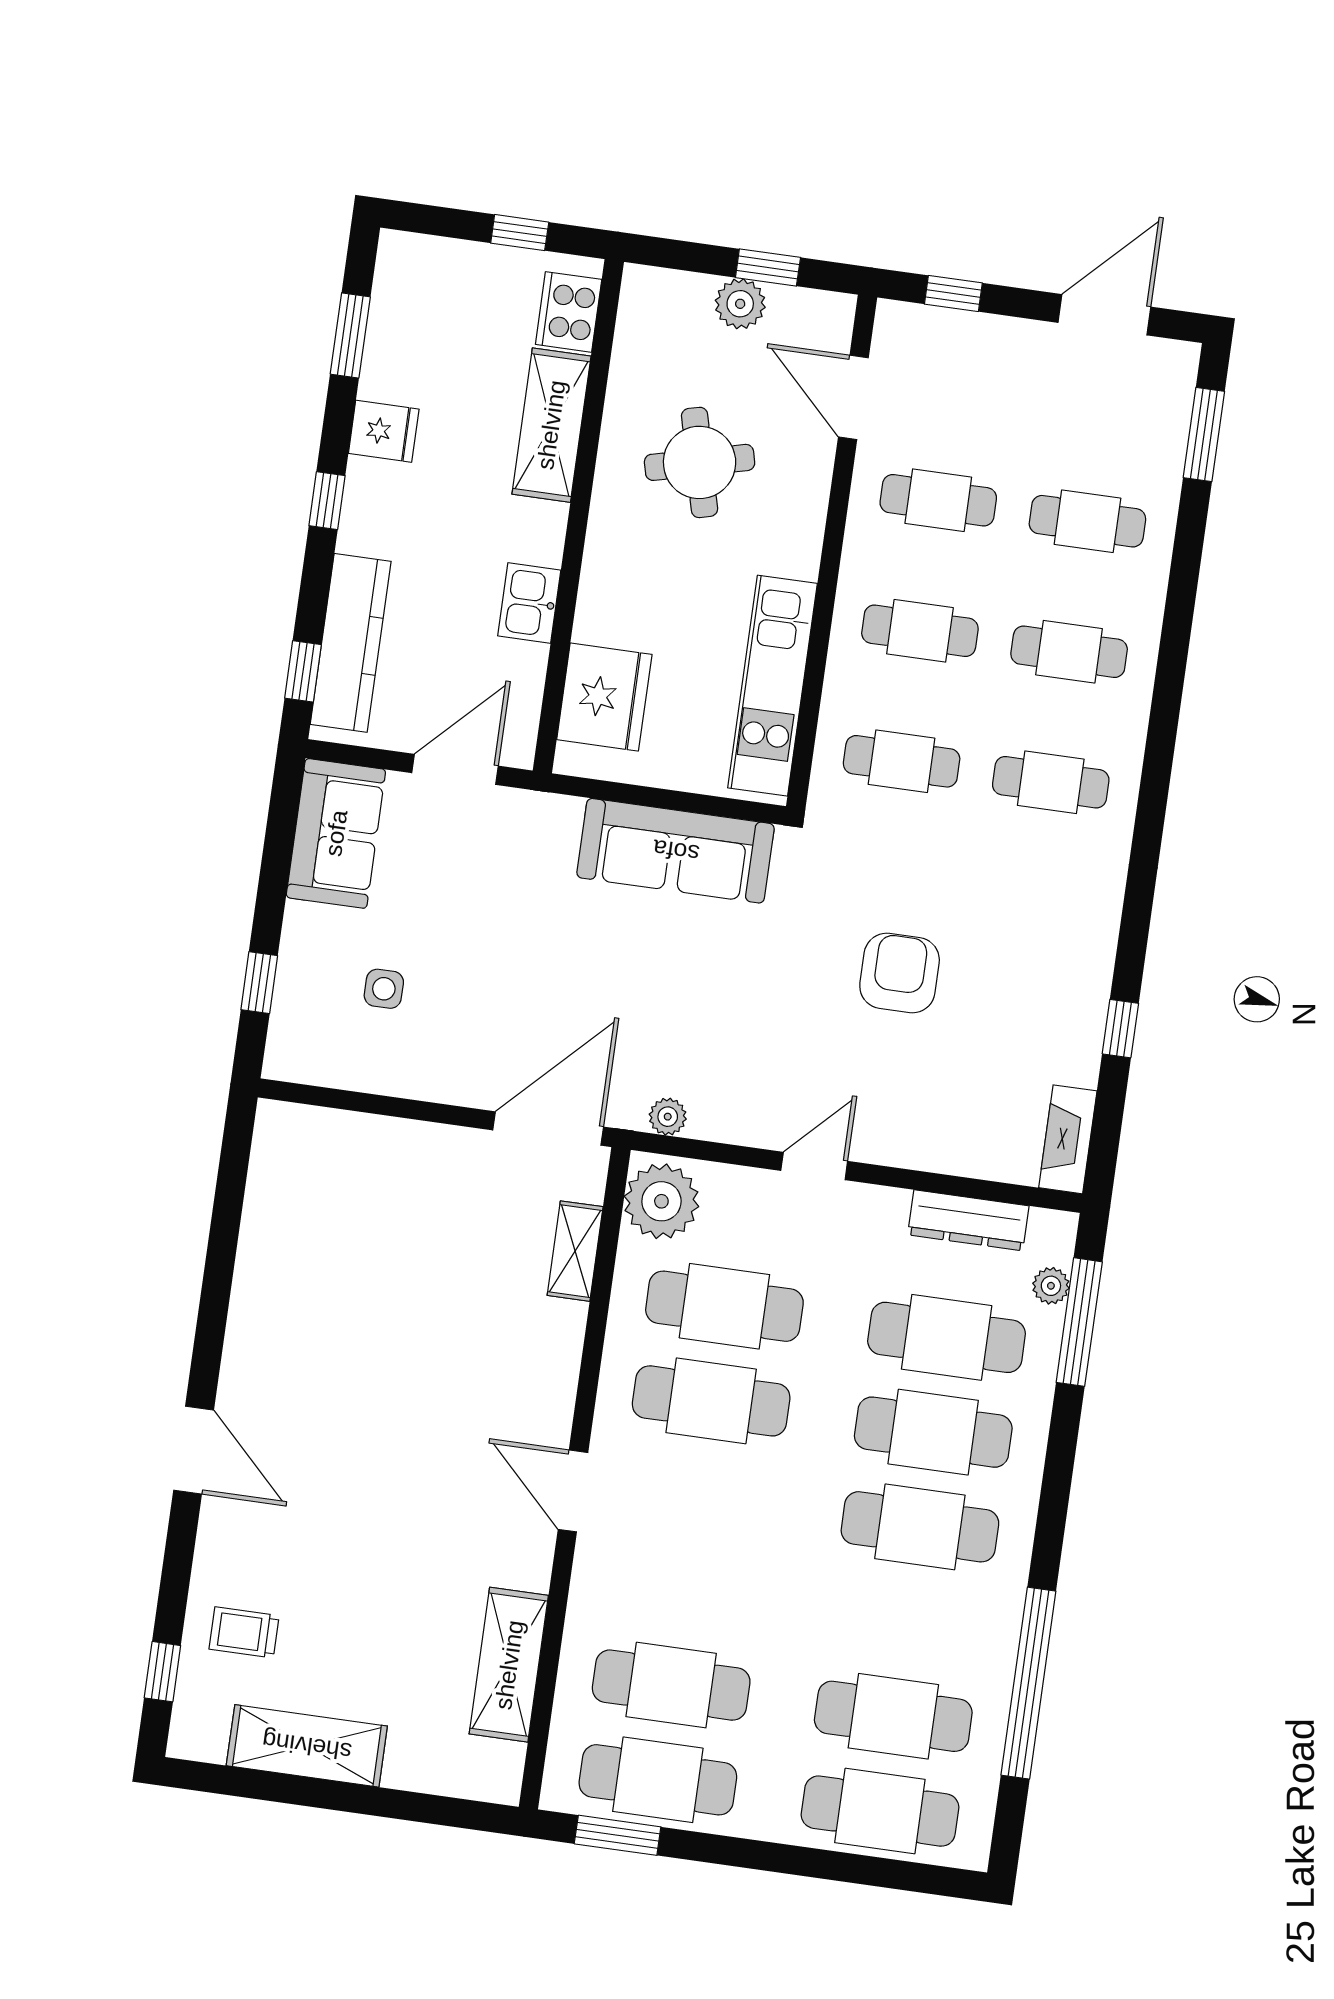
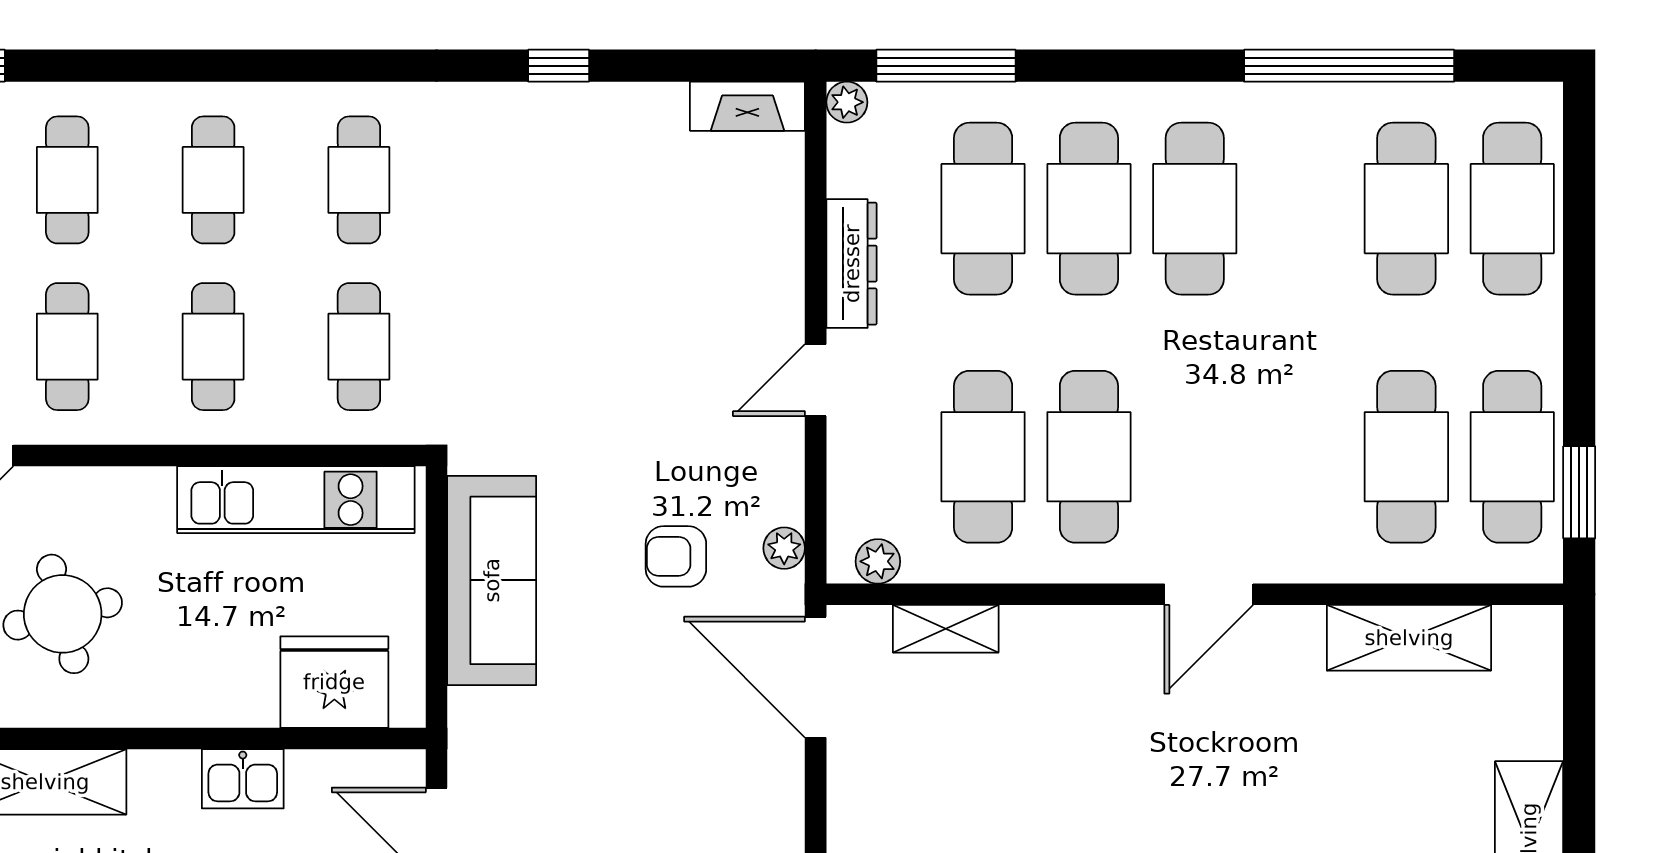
armchair: (900, 973) -> (676, 556), moved, width x0.72, depth x0.72
window: (1120, 1029) -> (559, 66), moved
door: (814, 1166) -> (816, 380), hinge flipped
plant: (661, 1201) -> (878, 561), width x0.53, depth x0.53
dresser: (968, 1220) -> (852, 264), moved
plant: (1051, 1286) -> (847, 102), moved

